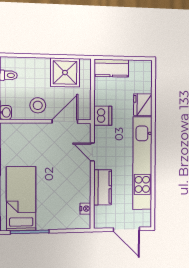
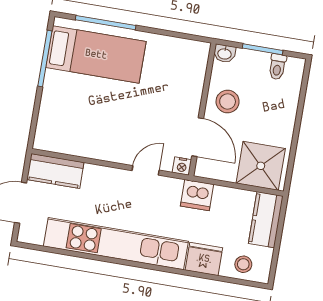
shower: (65, 73) -> (261, 166), moved
stool: (142, 78) -> (243, 264), added
kitchen counter: (103, 187) -> (55, 171), moved
nightstand: (85, 209) -> (182, 166), moved

